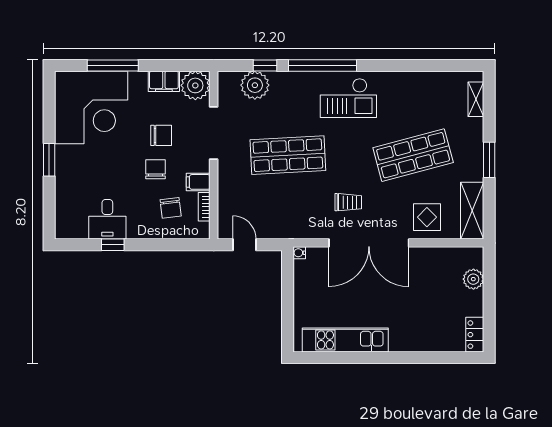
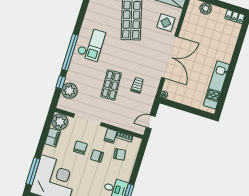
window: (113, 65) -> (33, 171), moved
shop shelf: (288, 155) -> (111, 85), width x0.70, depth x0.74
trolley: (348, 202) -> (137, 85), moved

